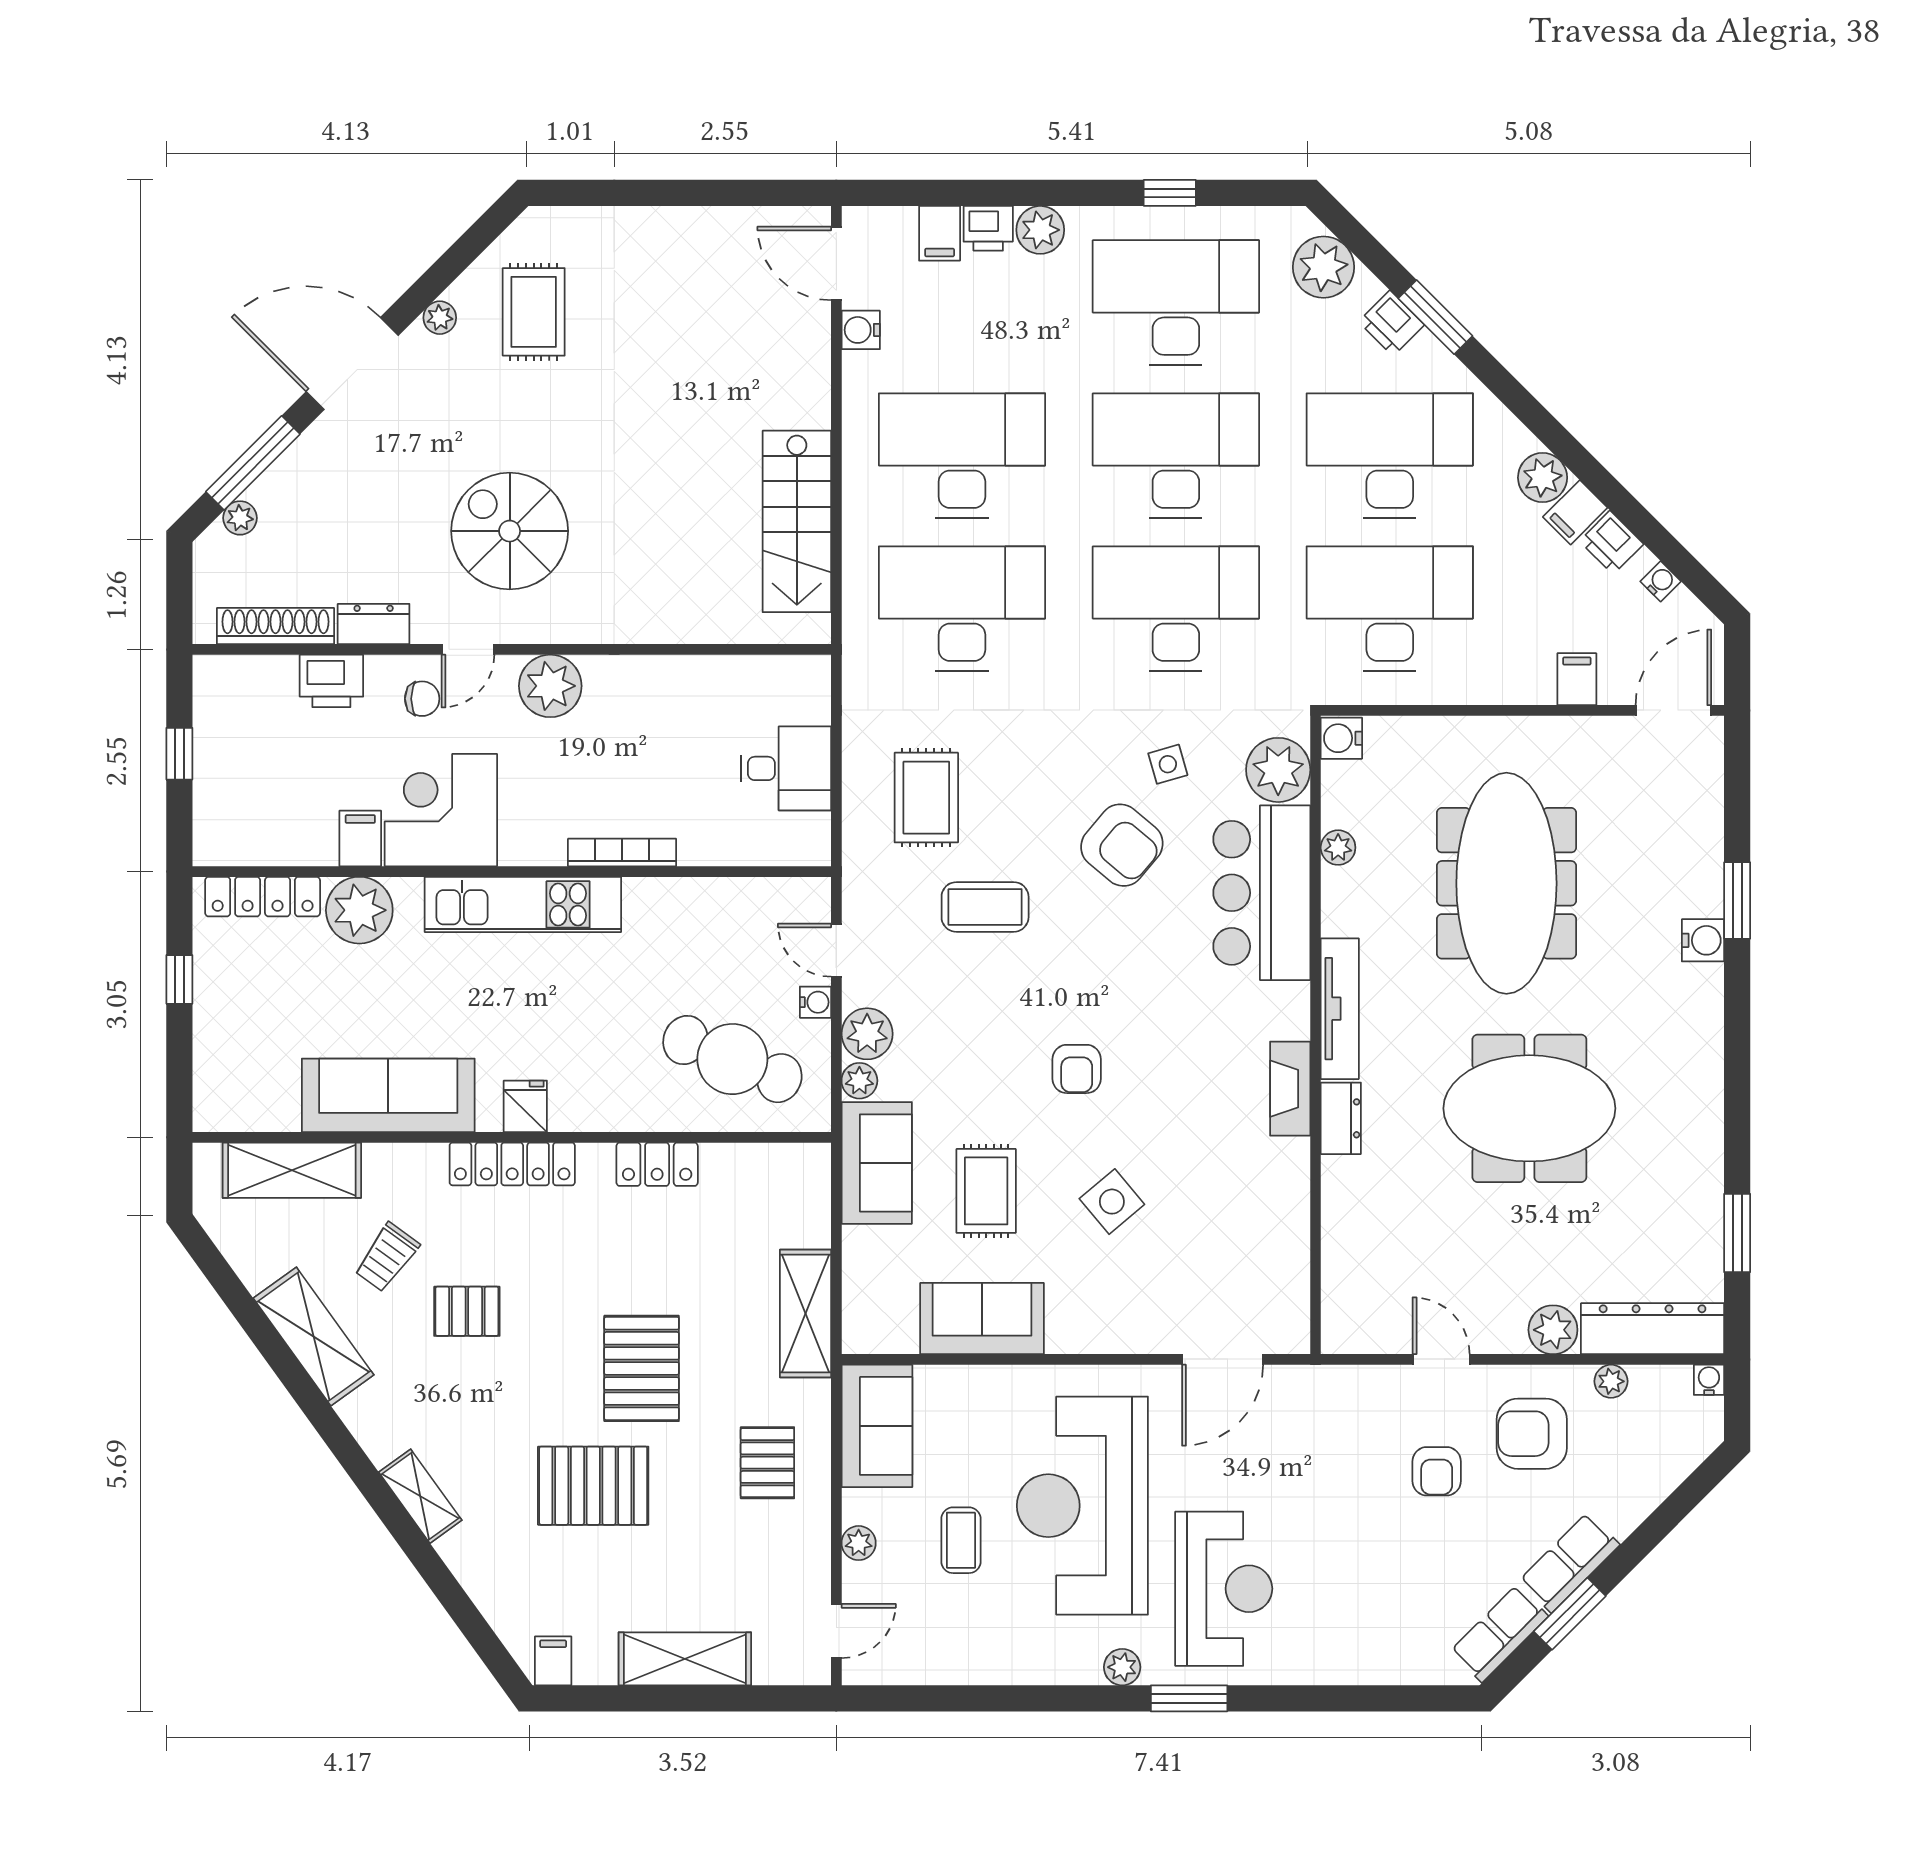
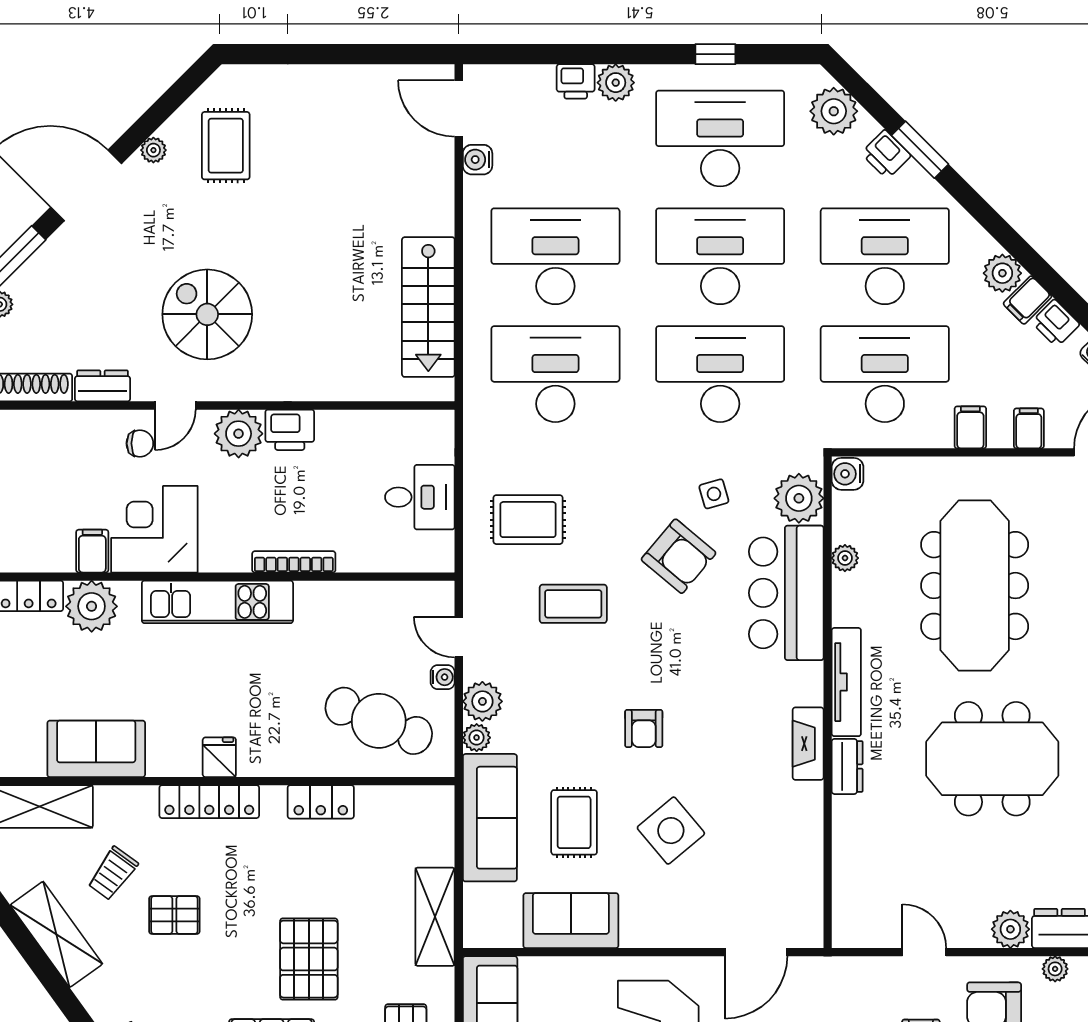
filing cabinet: (940, 233) -> (970, 427), moved, turned 180
printer: (331, 681) -> (290, 430), moved
rug: (926, 798) -> (528, 520), turned 90
sofa: (388, 1095) -> (96, 749), width x0.73
sofa: (877, 1163) -> (490, 818), width x1.36
side table: (1112, 1202) -> (671, 831), width x1.37, depth x1.37

